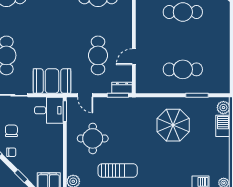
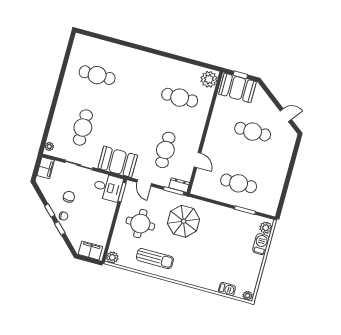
door: (134, 57) -> (197, 160), swing flipped
parasol: (173, 125) -> (184, 221), moved
window: (21, 176) -> (60, 228), moved

